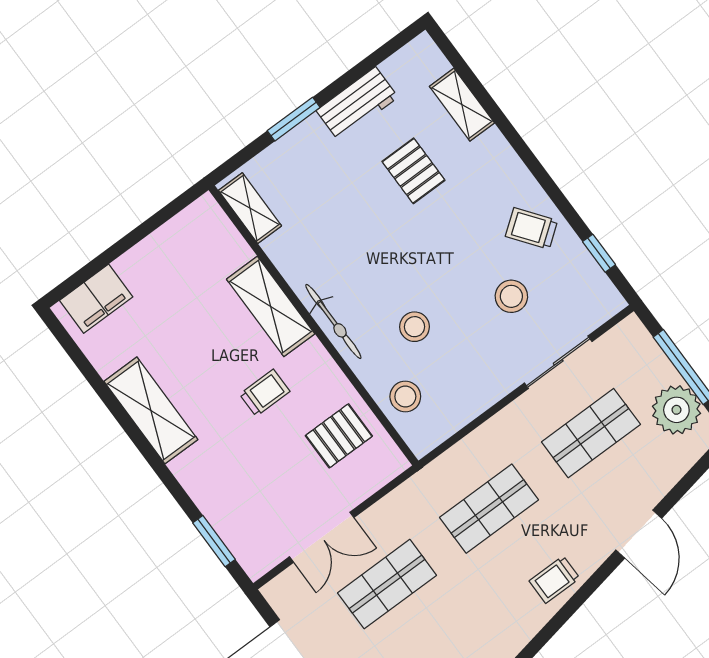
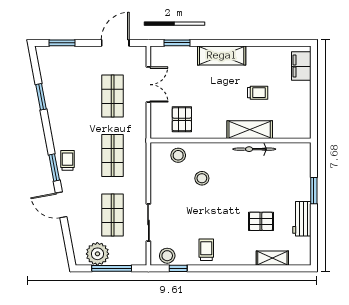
shelving: (250, 208) -> (292, 149), removed
trolley: (531, 228) -> (206, 250), turned -53
stool: (511, 296) -> (167, 256), moved
bicycle: (333, 322) -> (254, 149), moved
trolley: (265, 393) -> (258, 93), moved, turned -90
shelving: (151, 410) -> (222, 55), moved
double door: (322, 537) -> (148, 85), swing flipped
window: (583, 594) -> (54, 168), added

